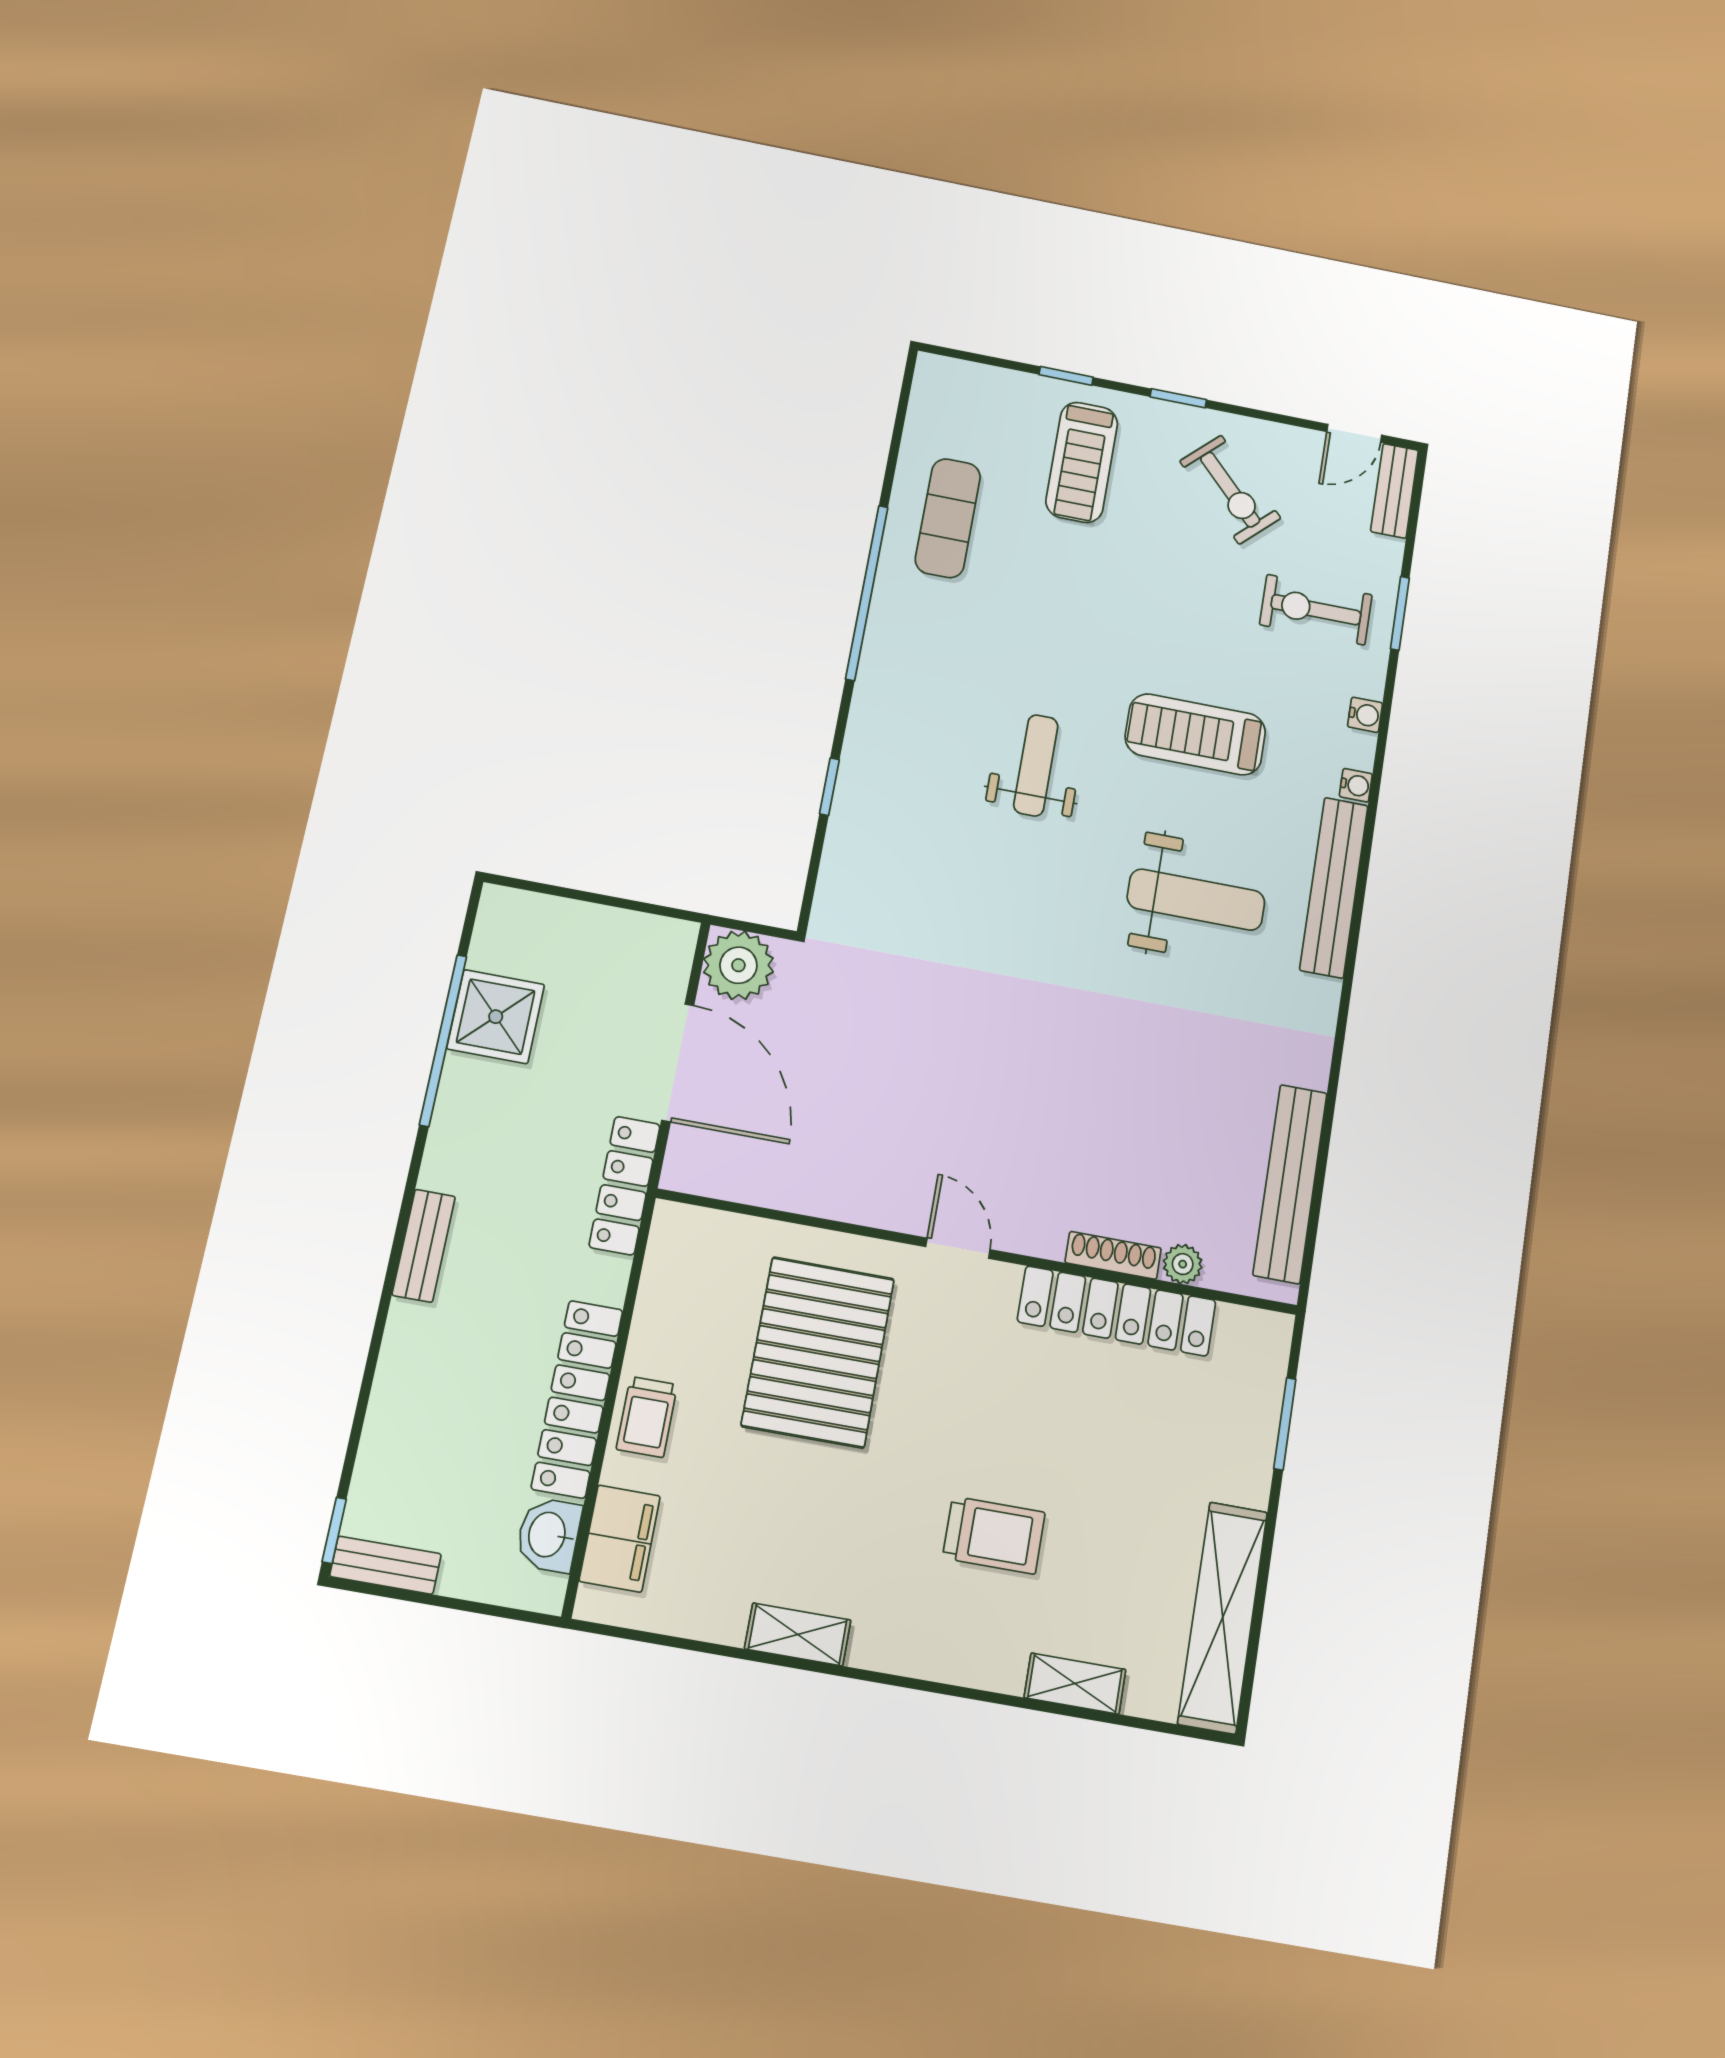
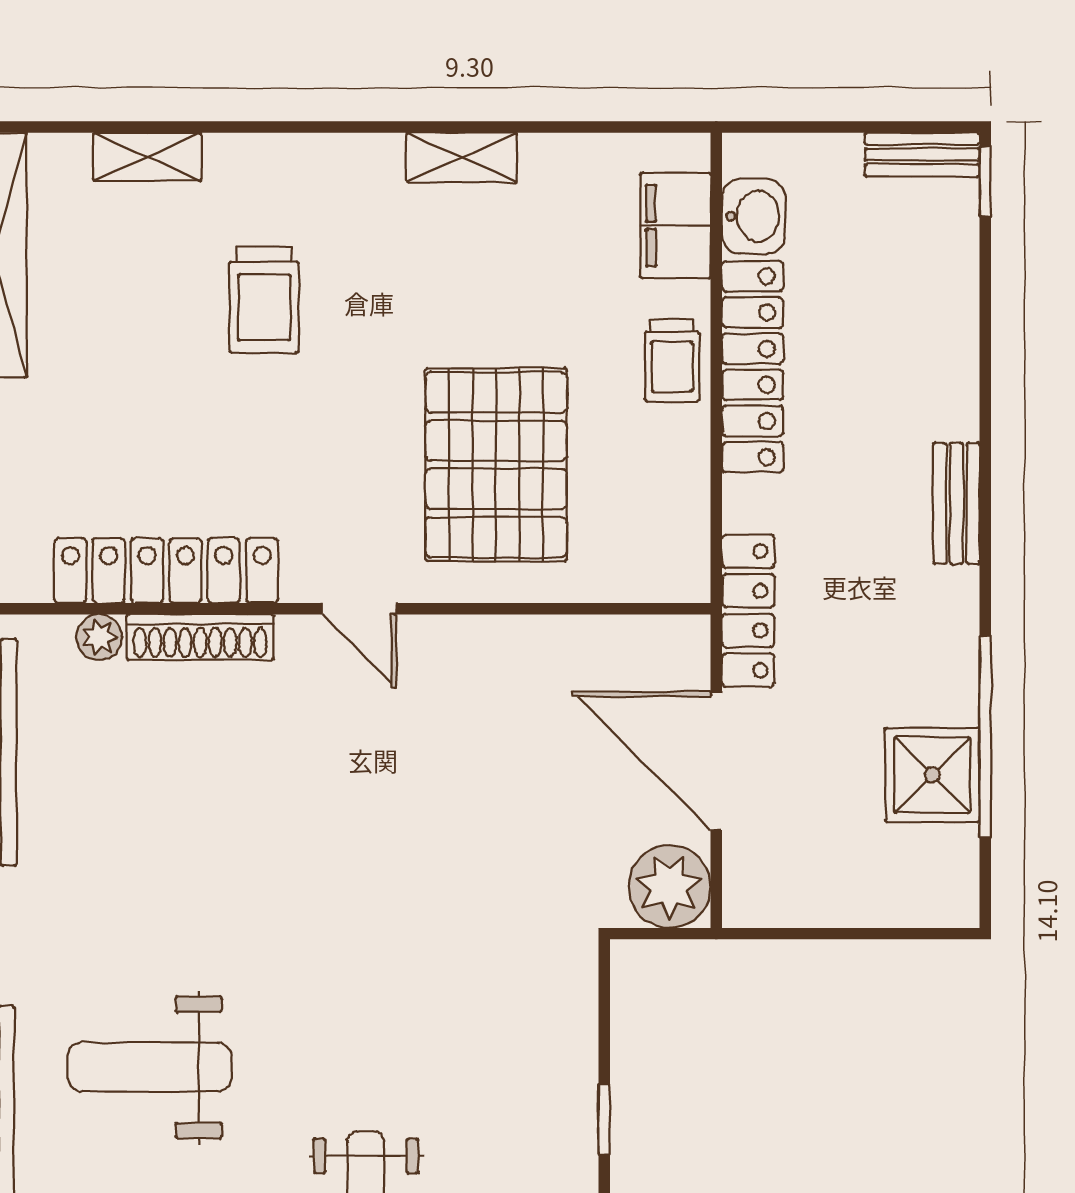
shoe rack: (1113, 1255) -> (200, 637), width x1.36, depth x1.24
trolley: (647, 1417) -> (672, 361), turned 180
trolley: (994, 1535) -> (264, 300), turned -90

